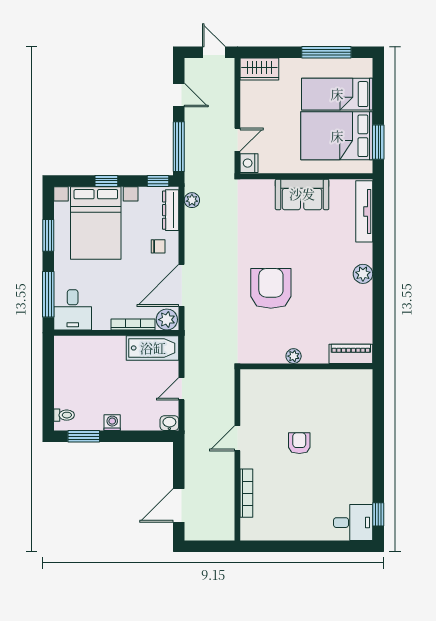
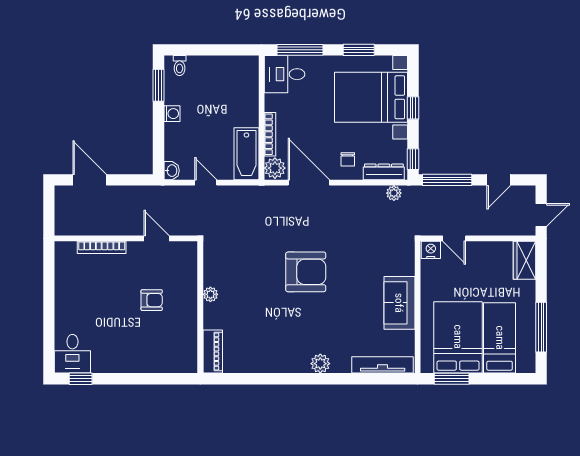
piano: (351, 354) -> (213, 352), moved
plant: (294, 356) -> (210, 294), moved
wall: (306, 366) -> (200, 307), moved

